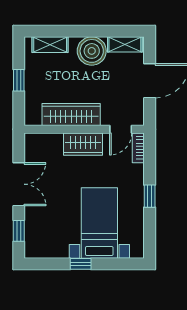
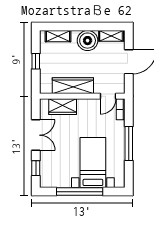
wardrobe: (83, 144) -> (63, 107), moved
window: (150, 196) -> (129, 143), width x2.17
window: (81, 264) -> (80, 192), width x3.17

